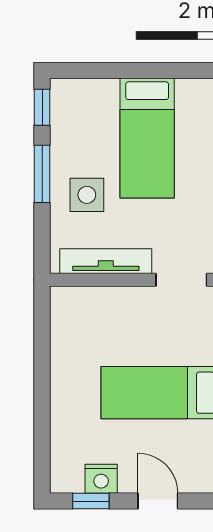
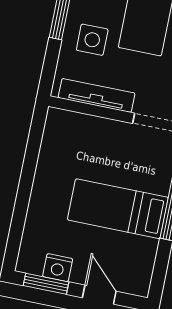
window: (91, 501) -> (46, 284), width x1.50

